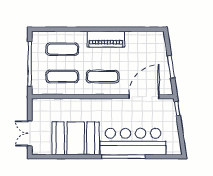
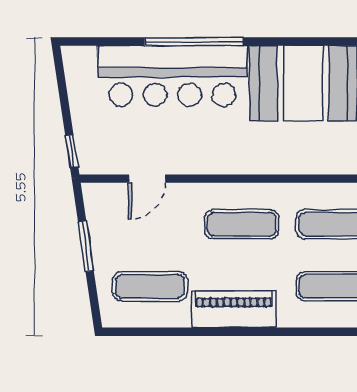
exercise mat: (143, 49) -> (150, 286), added
door: (144, 97) -> (147, 179), width x0.53

